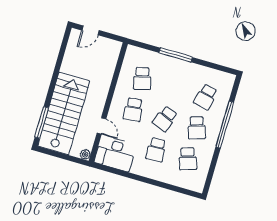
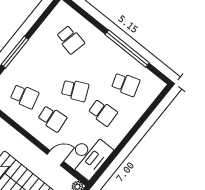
school desk: (165, 119) -> (75, 90), turned -45
window: (225, 124) -> (127, 49), moved
school desk: (197, 128) -> (98, 62), removed

